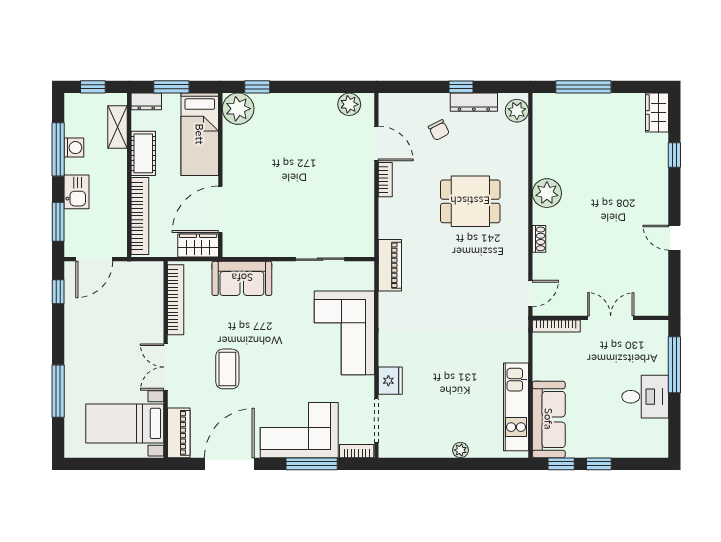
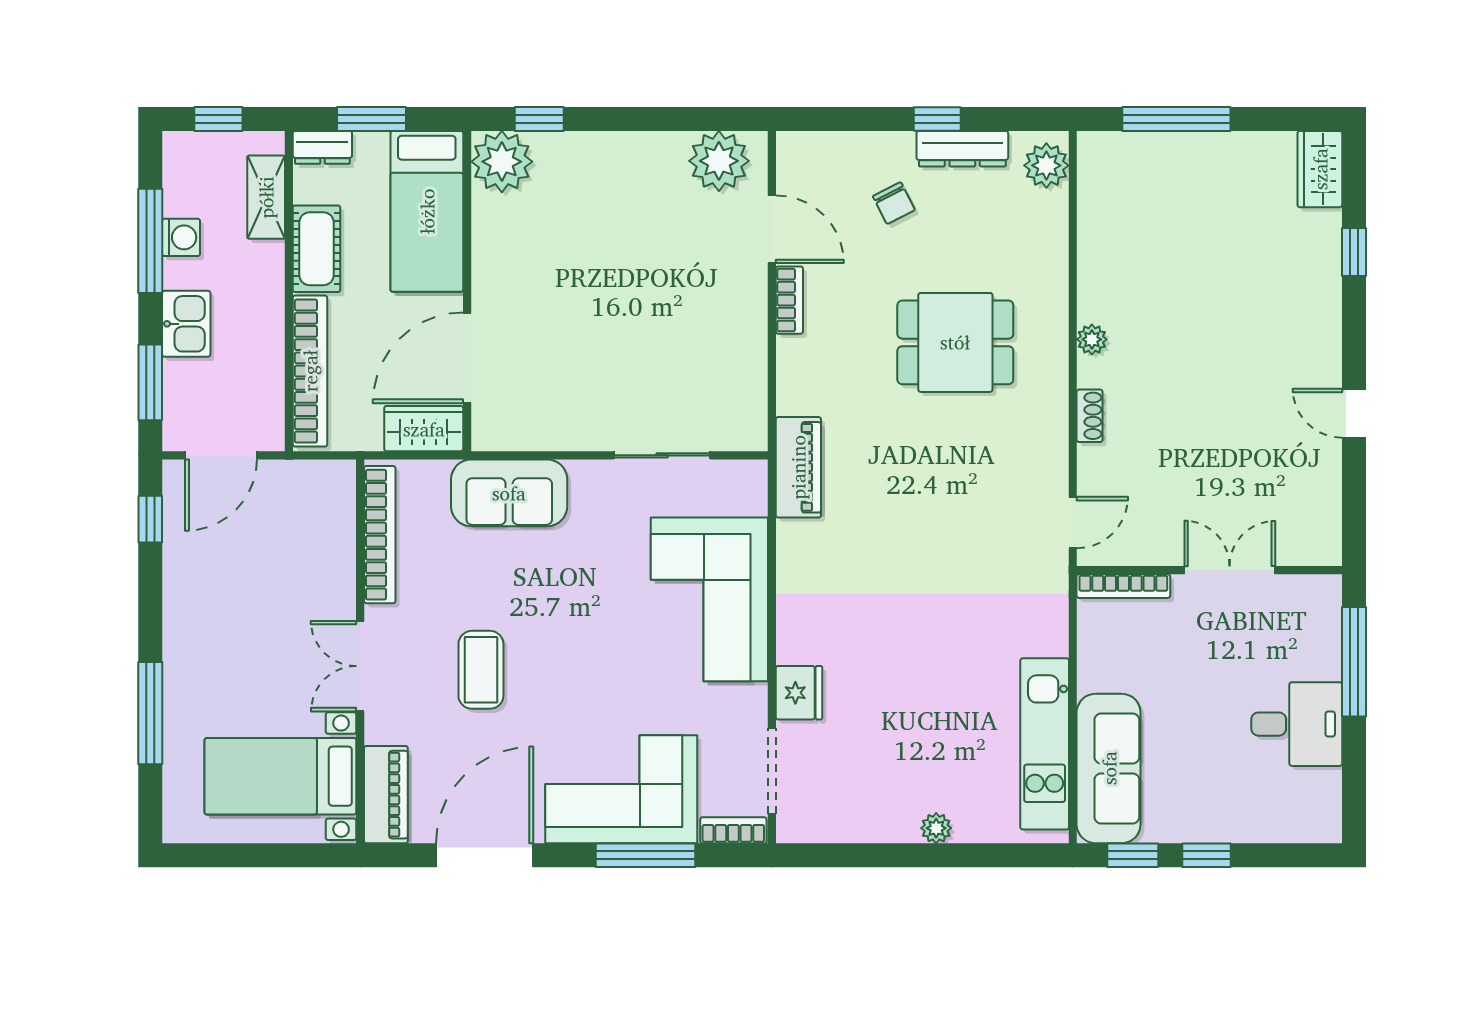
plant: (349, 104) -> (719, 161), width x1.36, depth x1.36
plant: (547, 193) -> (1092, 339), width x0.53, depth x0.53

